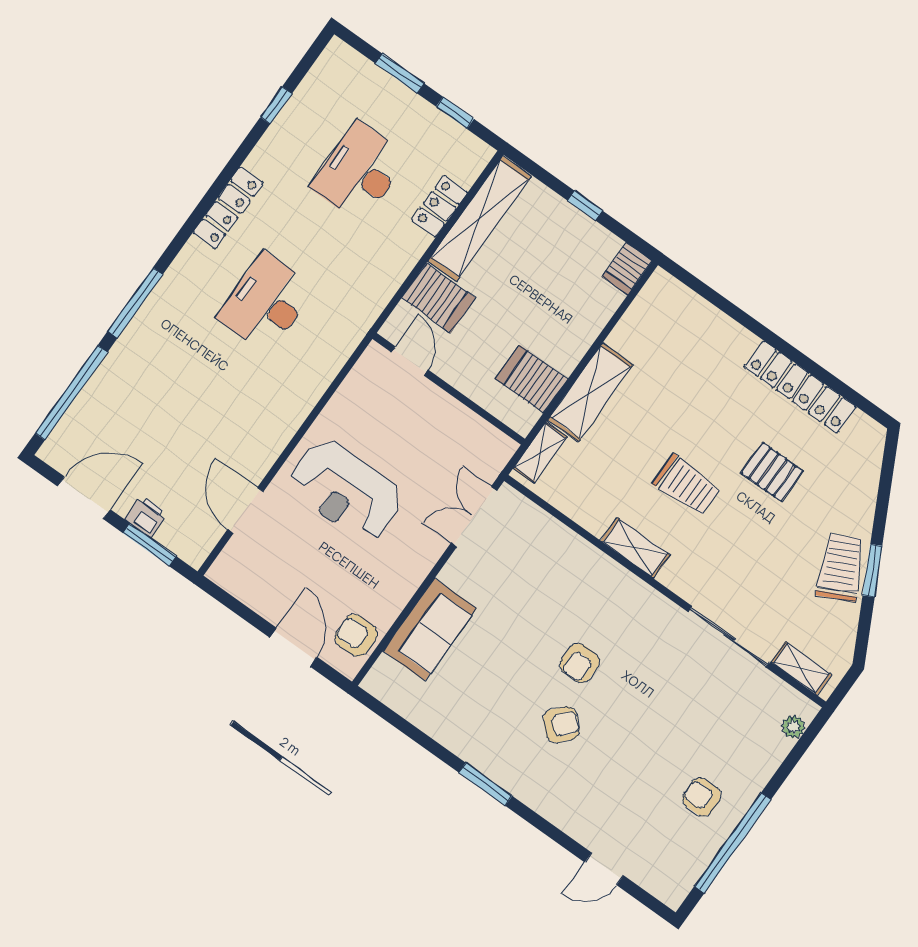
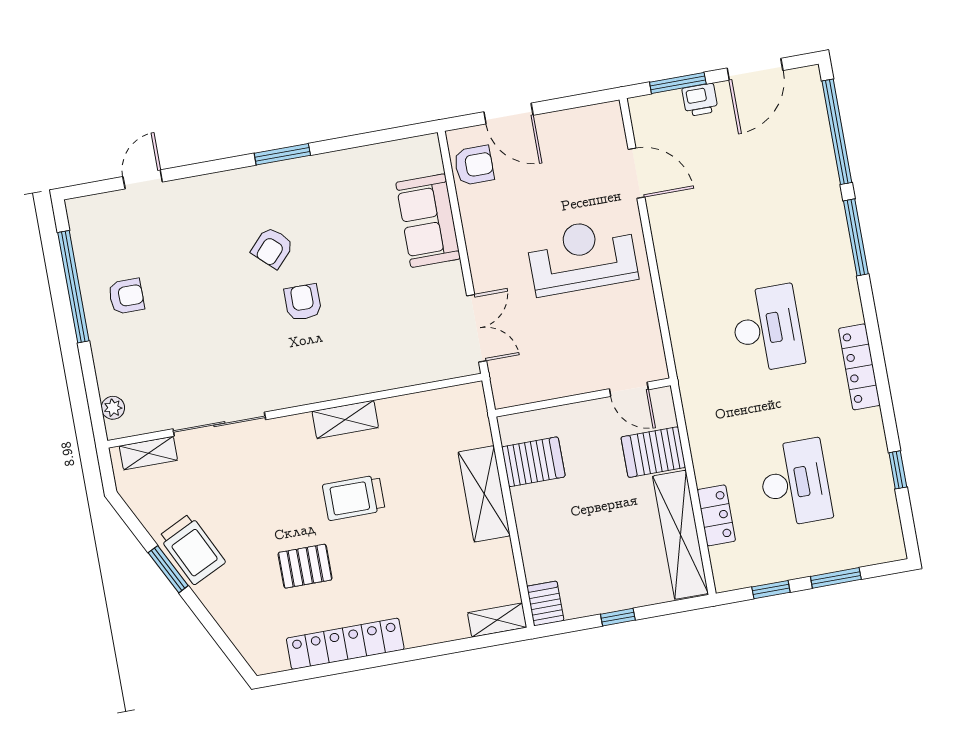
shelving: (540, 453) -> (497, 620), moved, turned 90

